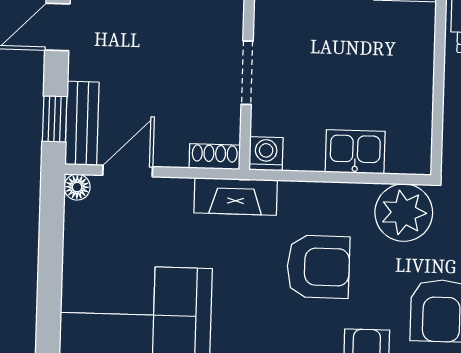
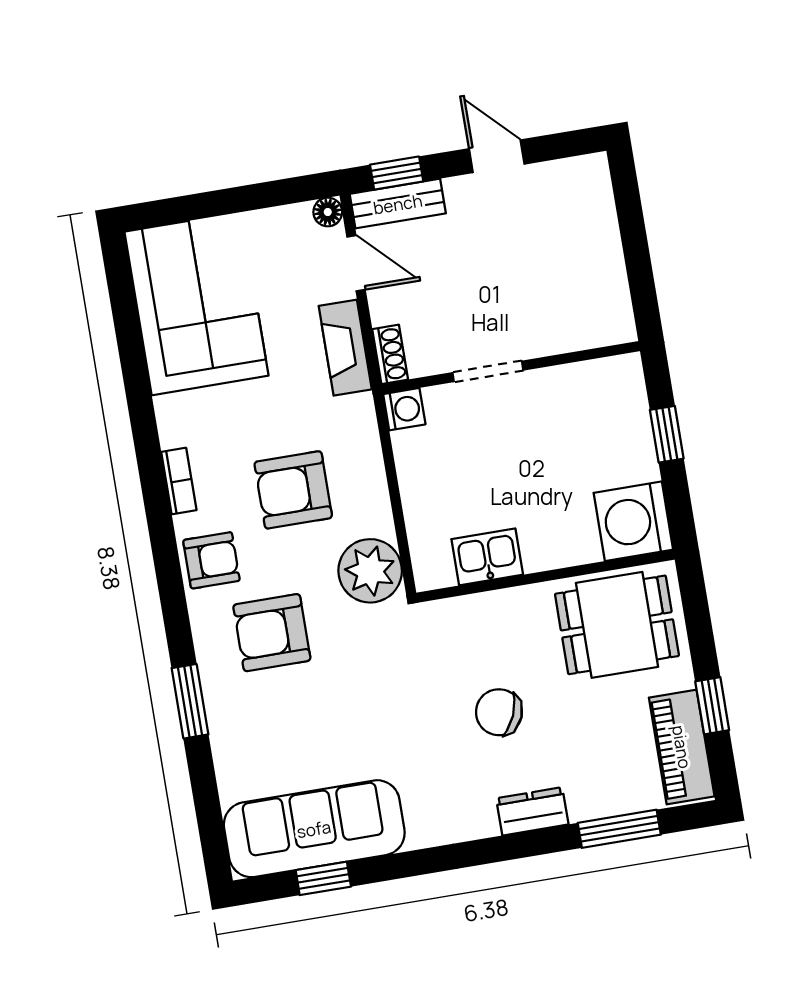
kitchen sink: (355, 152) -> (487, 557), moved, turned -90
fireplace: (236, 196) -> (345, 348), moved
armchair: (318, 267) -> (293, 490), turned 90

